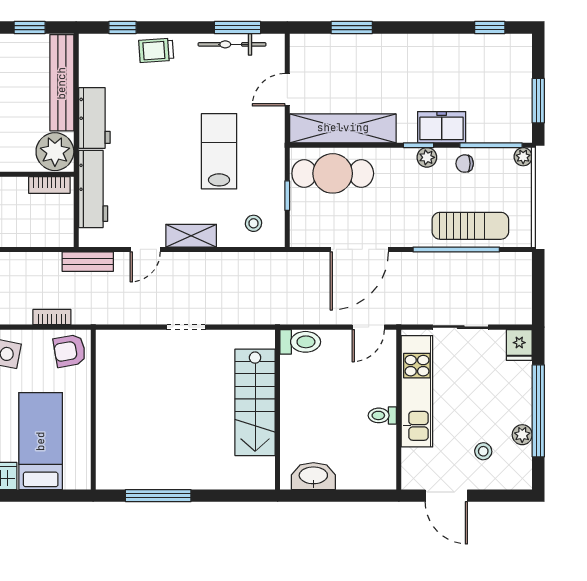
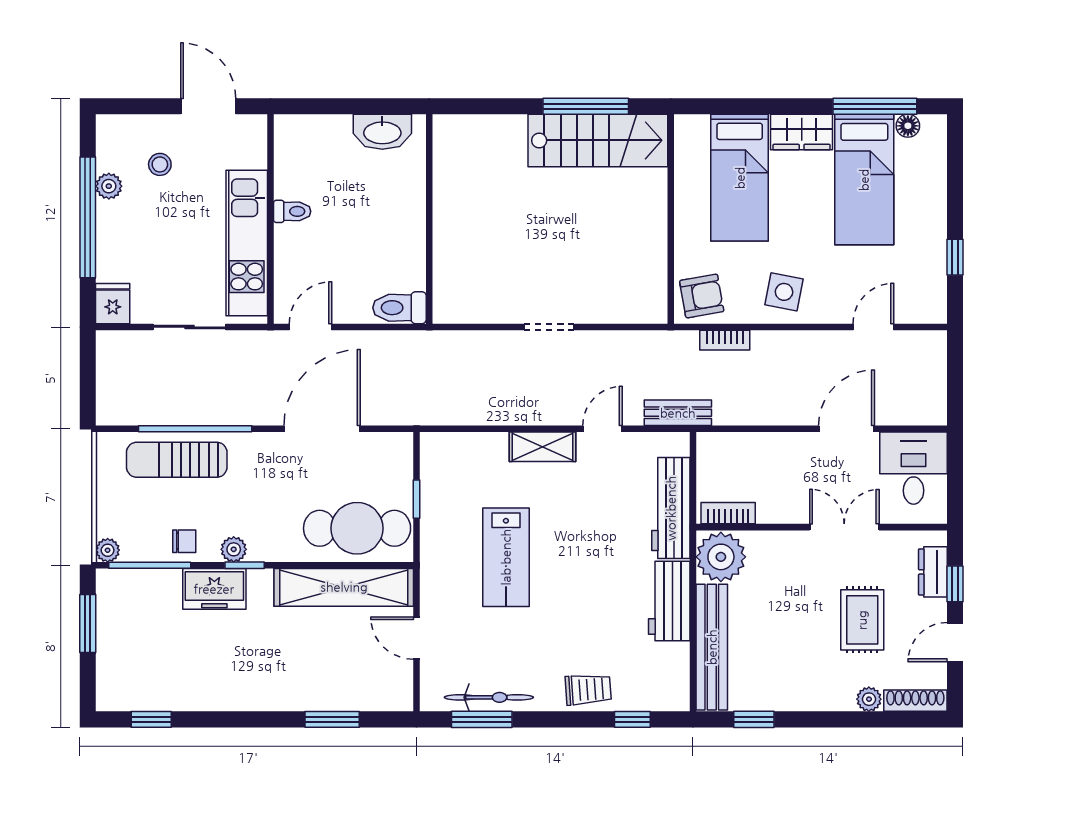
door: (287, 90) -> (417, 638), swing flipped
stool: (253, 223) -> (461, 463), removed
stairs: (255, 402) -> (598, 140), moved, turned 90

